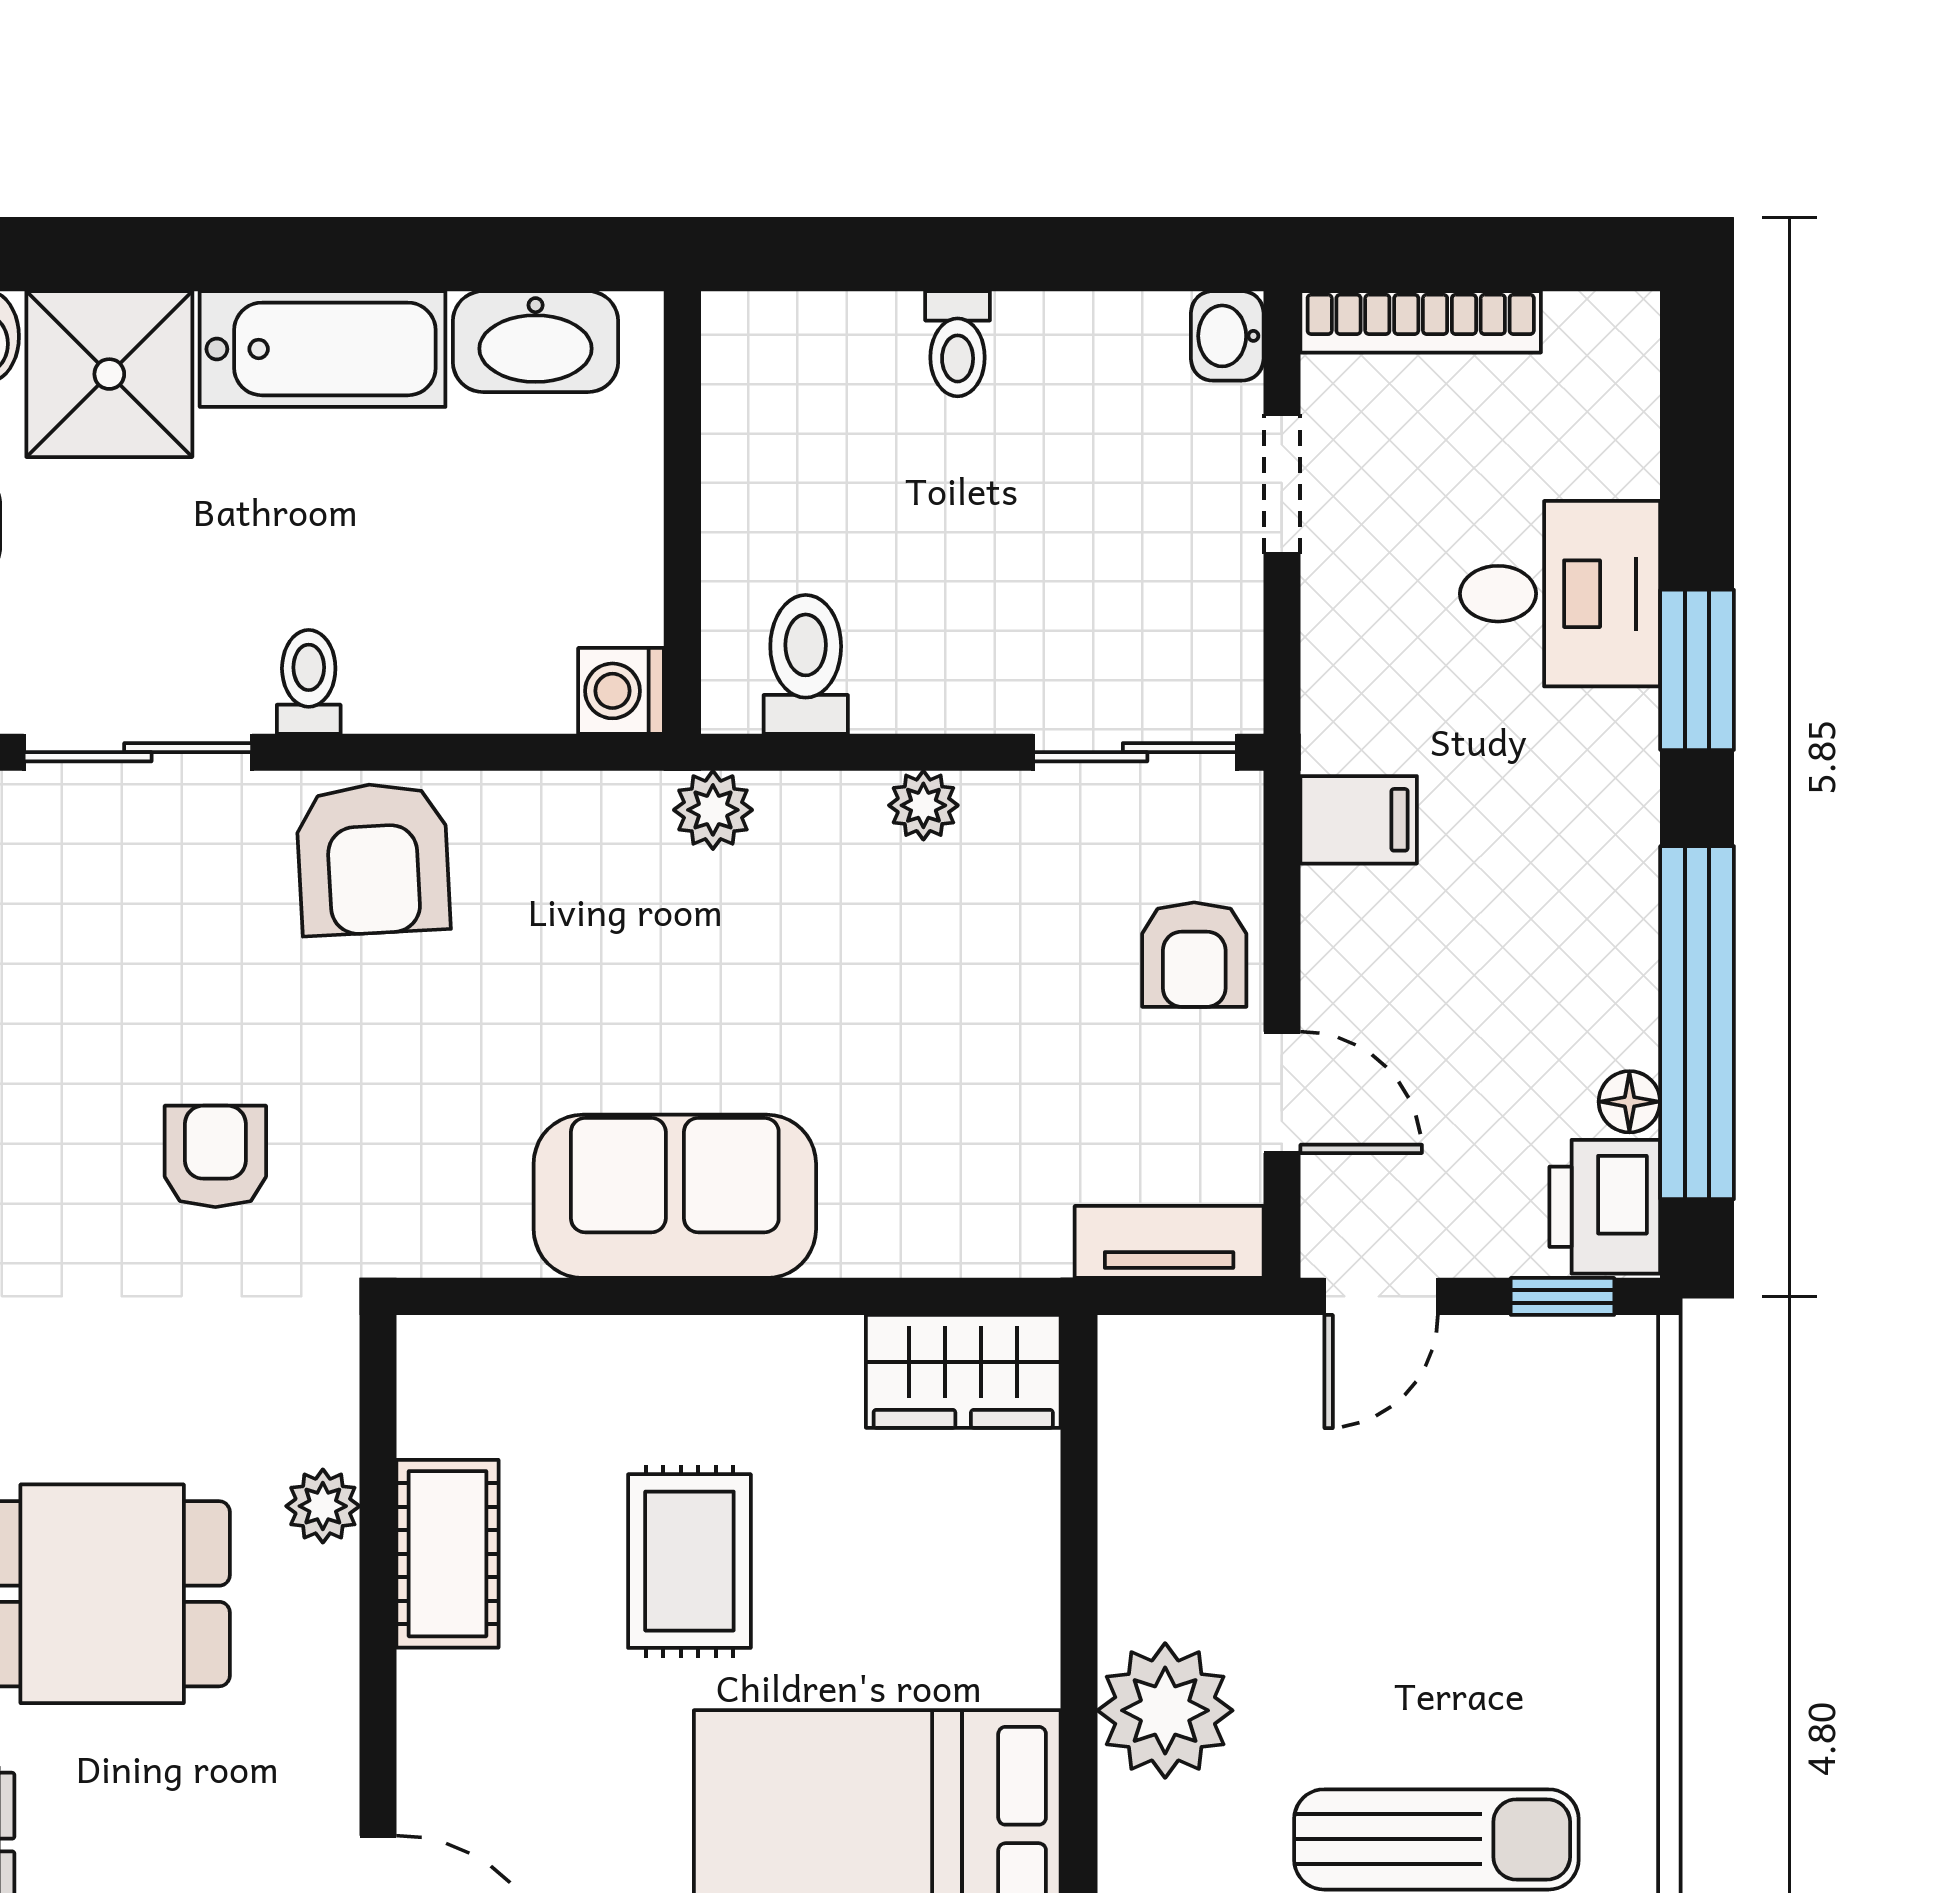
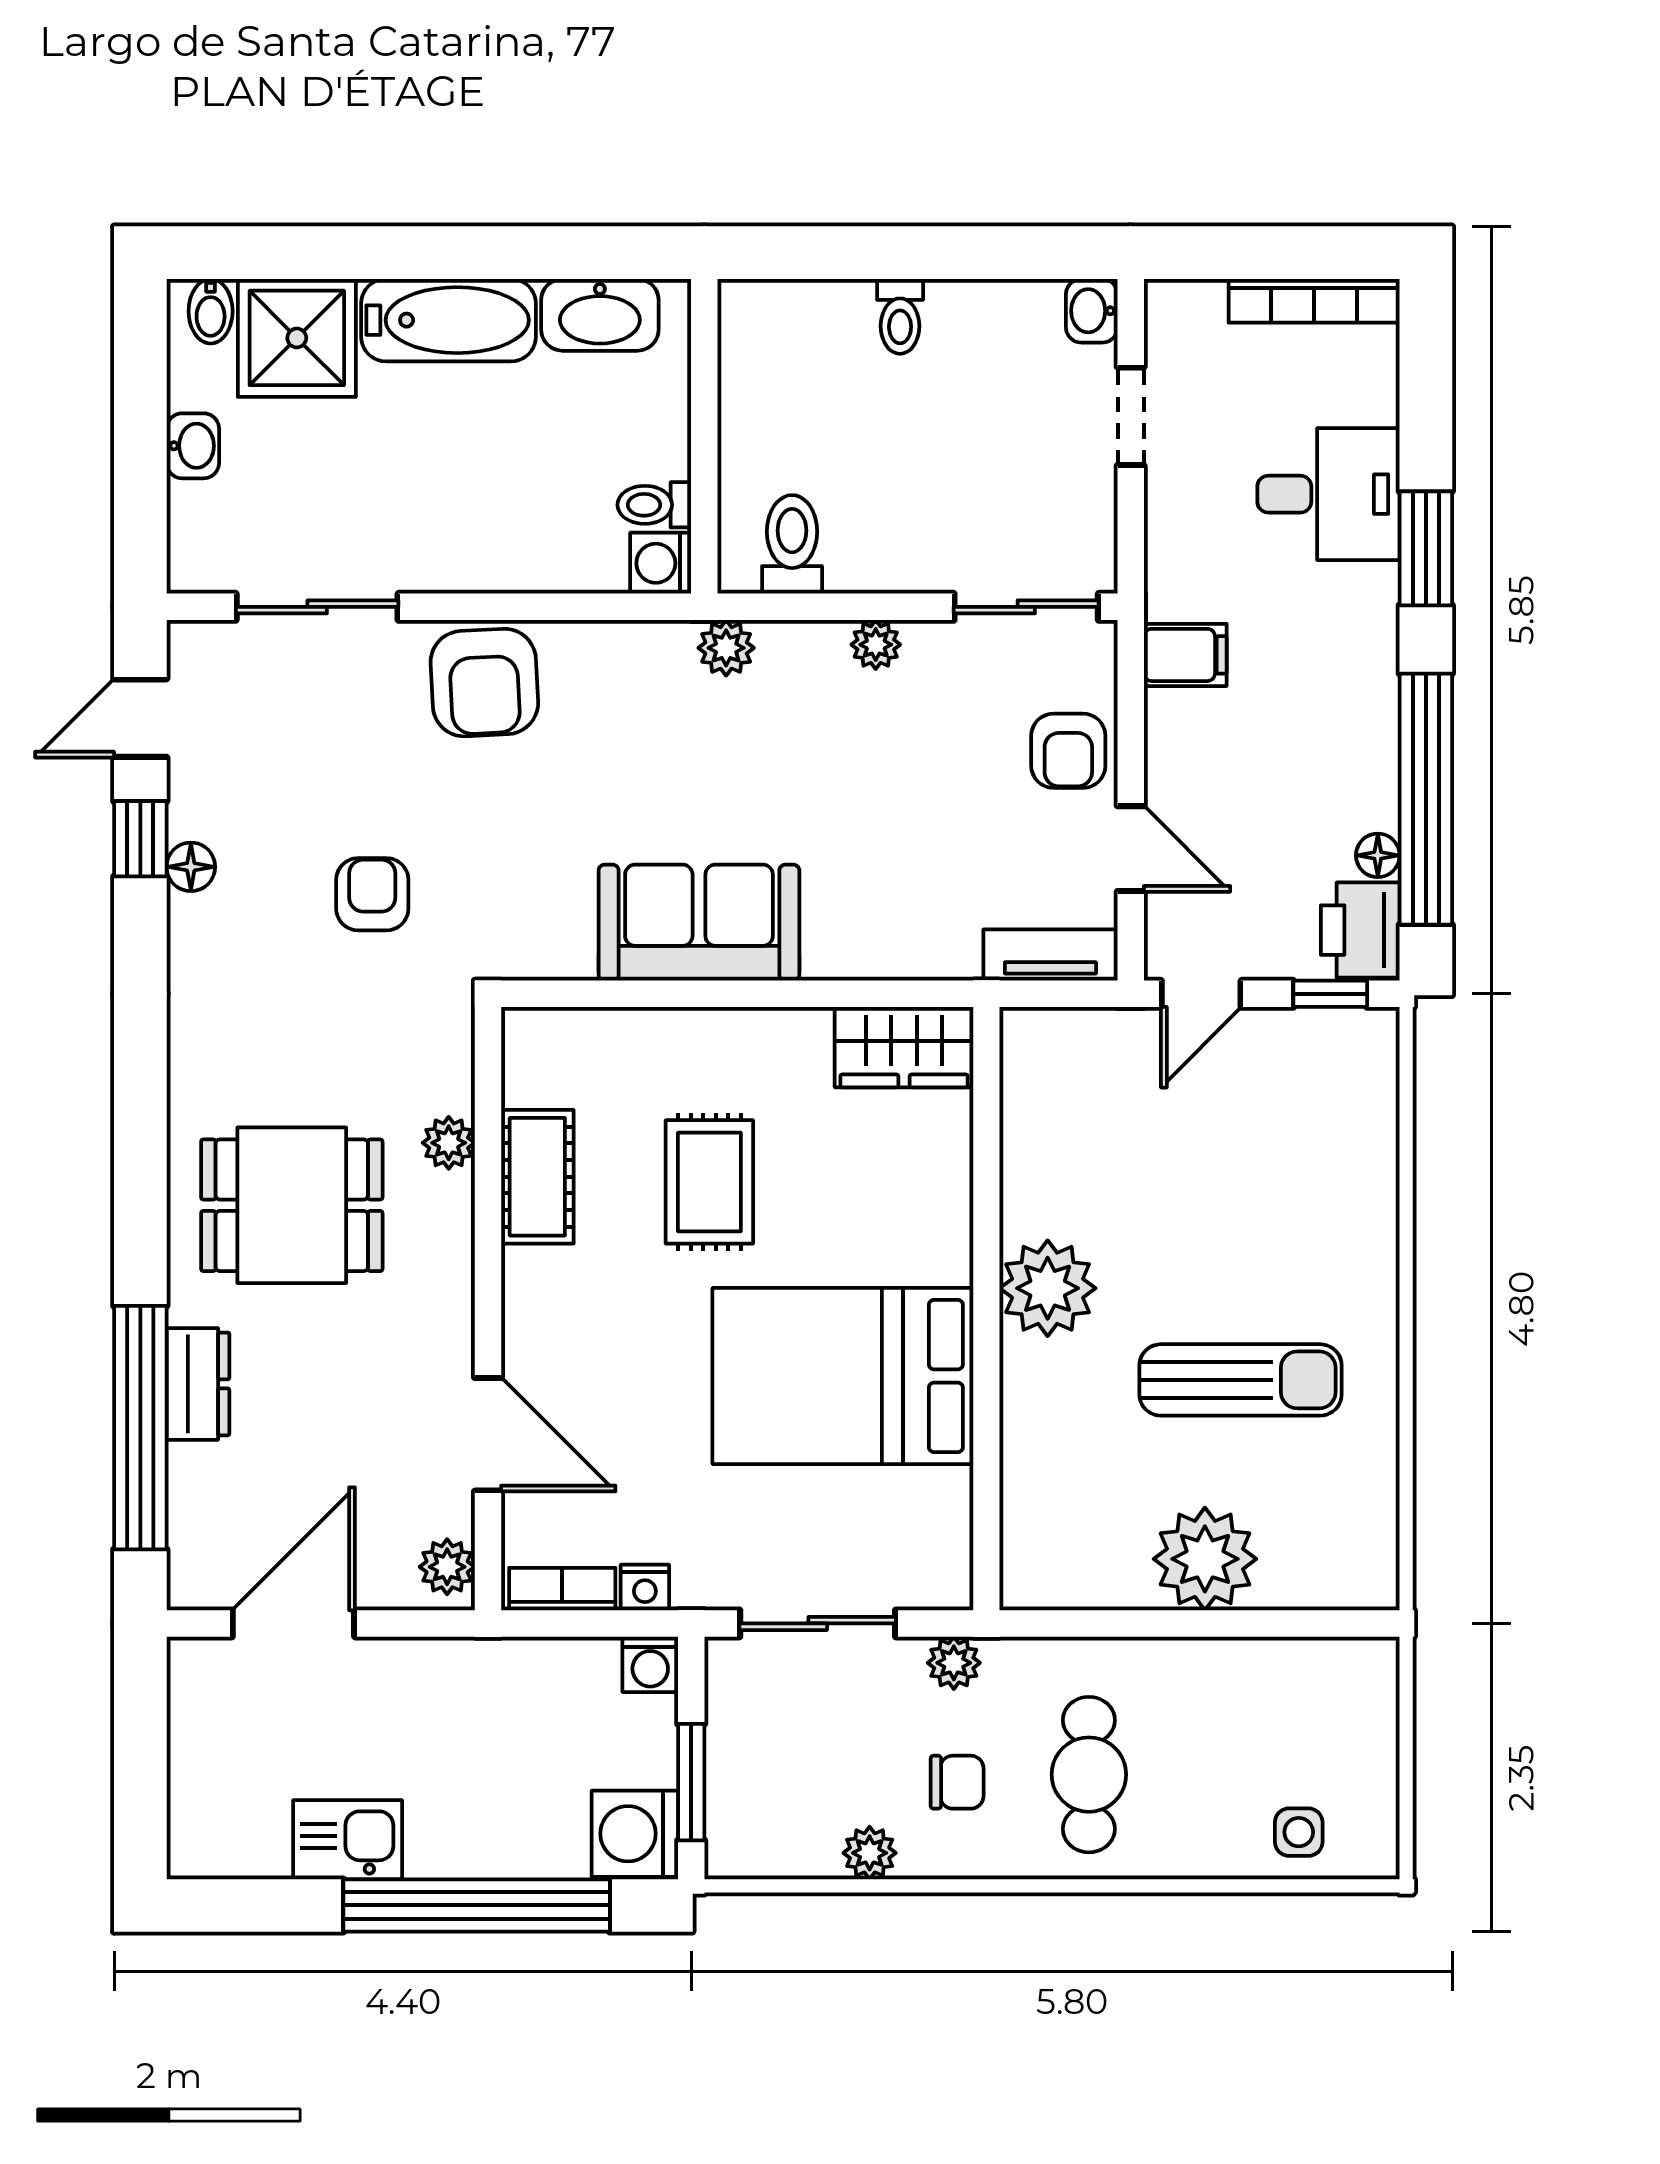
bookcase: (1421, 322) -> (1314, 301), moved
toilet: (309, 682) -> (654, 505), moved, turned -90

